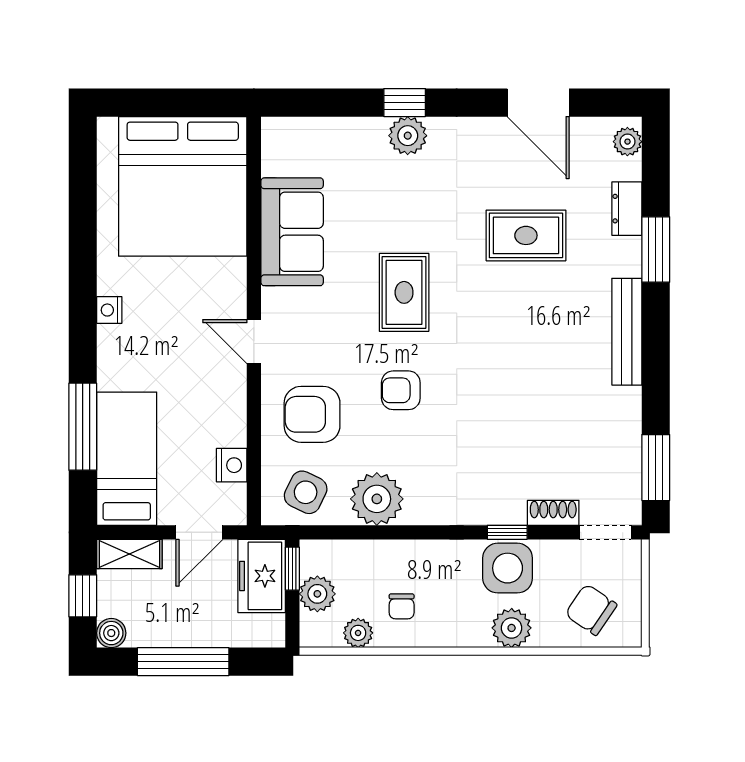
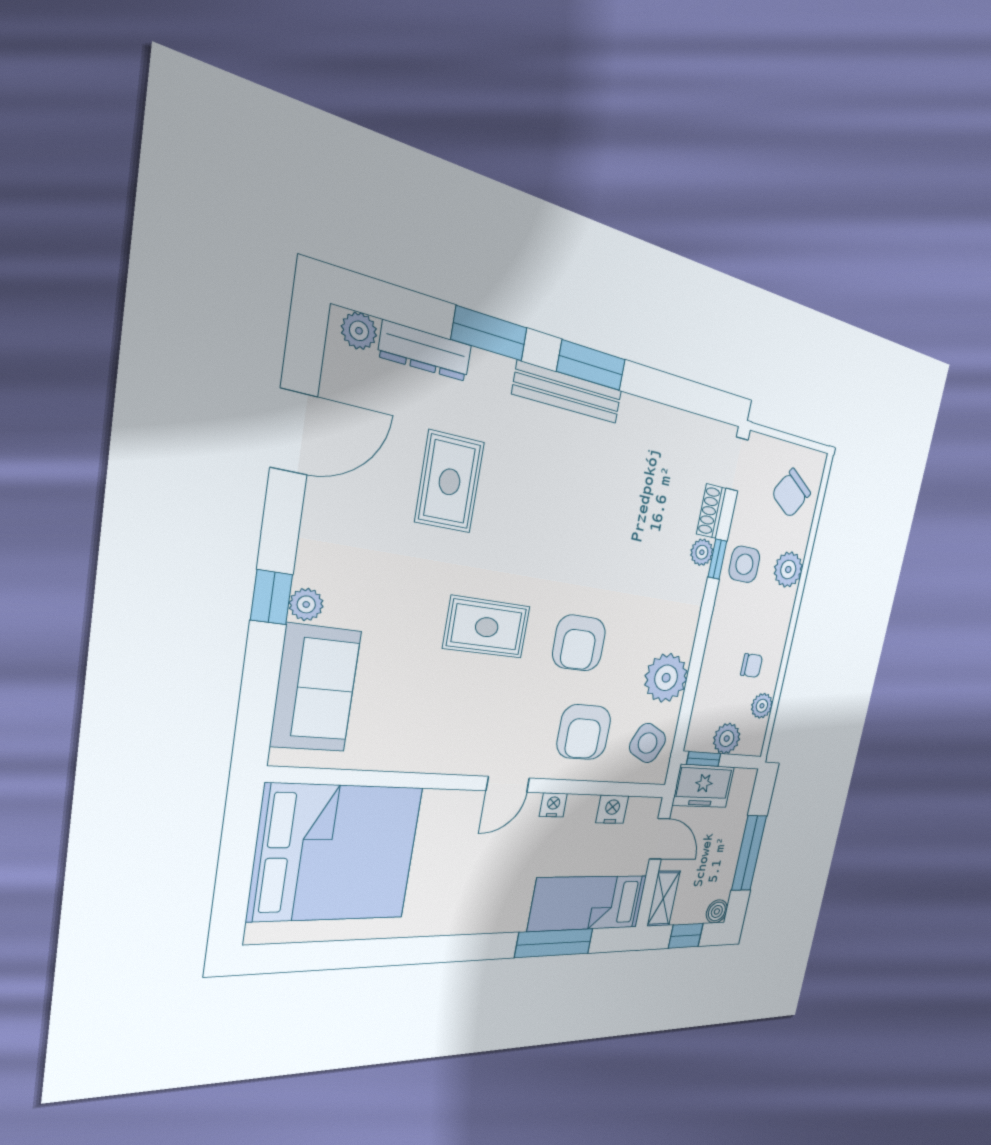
plant: (408, 136) -> (306, 604), width x0.73, depth x0.73
dresser: (627, 209) -> (425, 351), width x1.44
sofa: (292, 232) -> (316, 689), moved, turned 90
nightstand: (109, 310) -> (553, 805), moved, turned 180
armchair: (401, 390) -> (579, 643), width x1.38, depth x1.38
window: (656, 468) -> (591, 365), moved
plant: (511, 511) -> (702, 552), added
side table: (508, 568) -> (744, 564), width x0.73, depth x0.73

